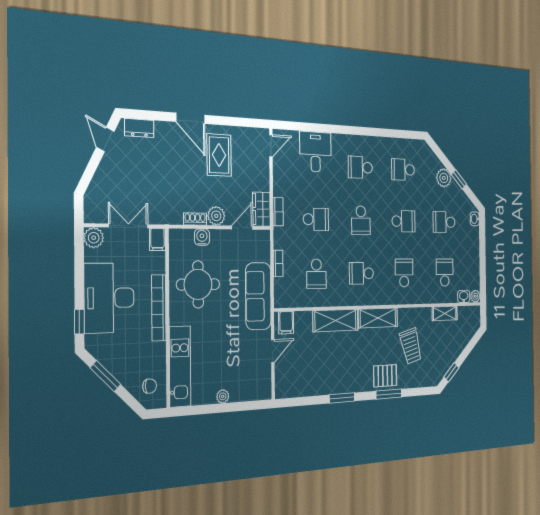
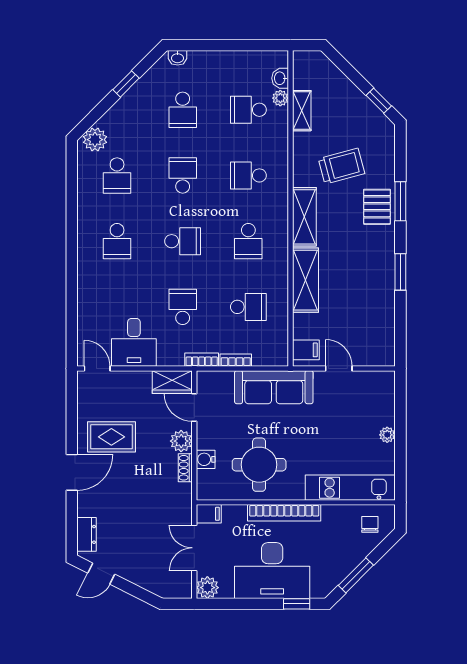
desk: (315, 152) -> (134, 342), moved, turned -90
plant: (444, 178) -> (95, 140), moved
bookcase: (278, 212) -> (202, 360), moved
plant: (475, 296) -> (280, 98), moved

